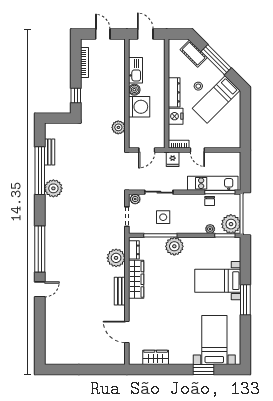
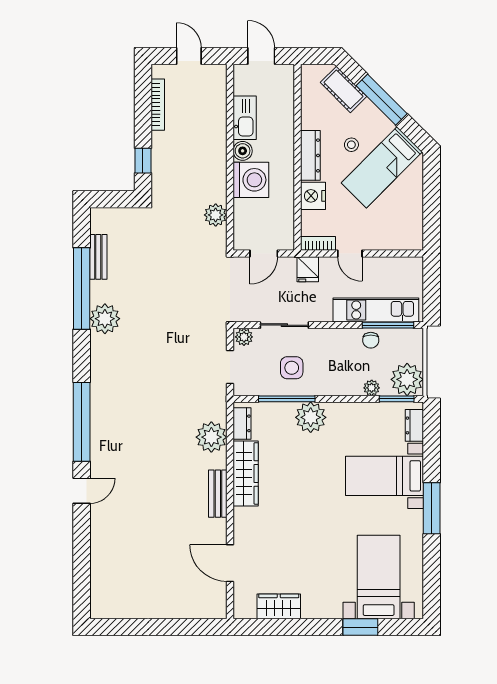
dresser: (235, 251) -> (414, 425), added

